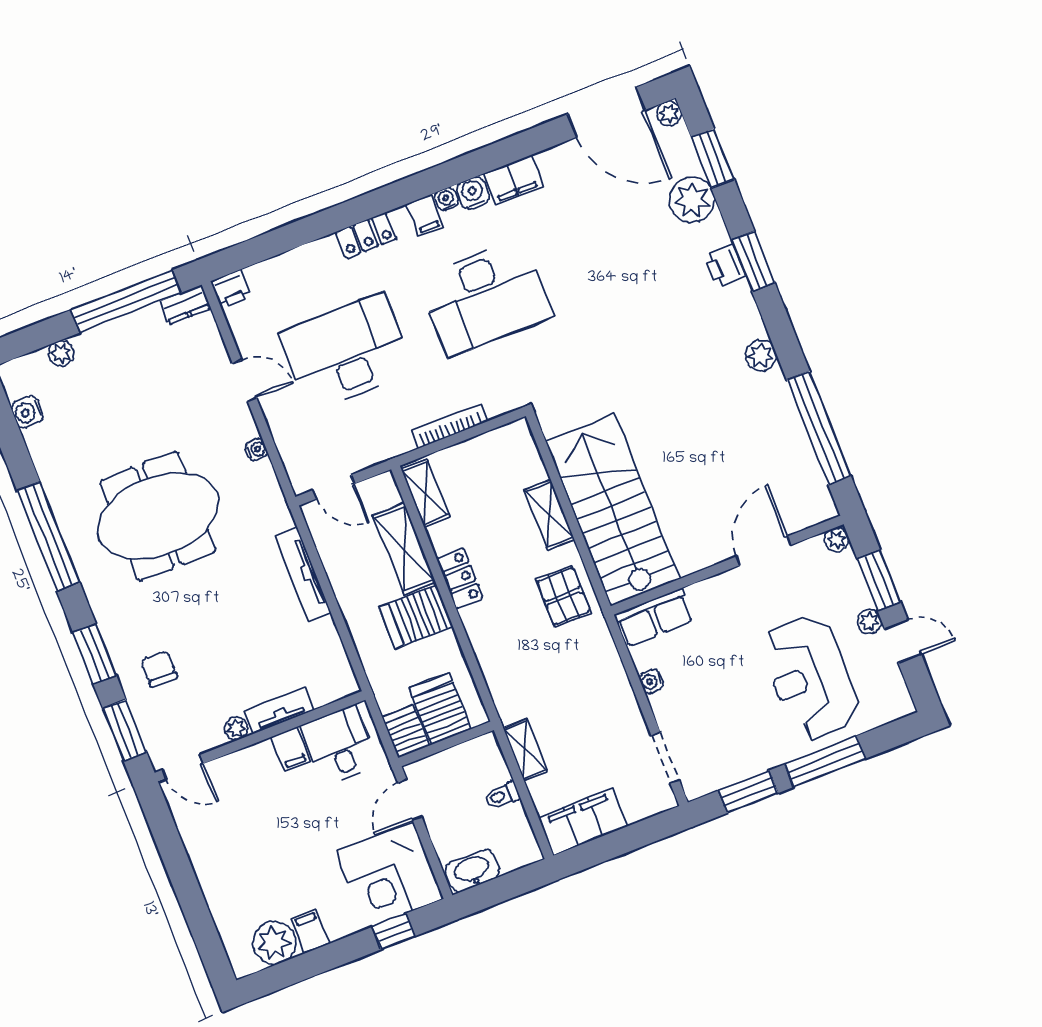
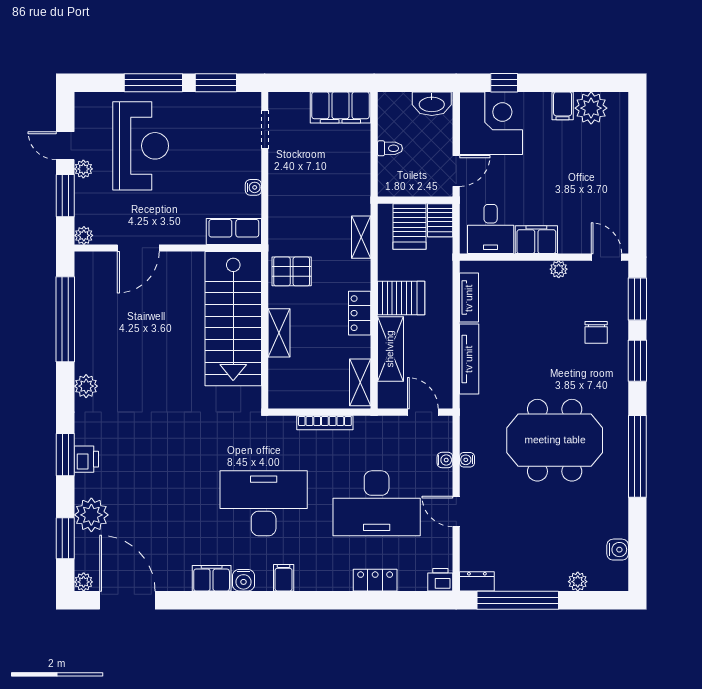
water cooler: (446, 199) -> (445, 460), moved, turned -90
locker: (366, 235) -> (375, 580), moved
pallet: (563, 596) -> (292, 271), turned 90
tv unit: (279, 711) -> (469, 298), moved, turned -90
filing cabinet: (291, 749) -> (536, 240), width x2.00
shelving: (525, 750) -> (361, 237), moved

